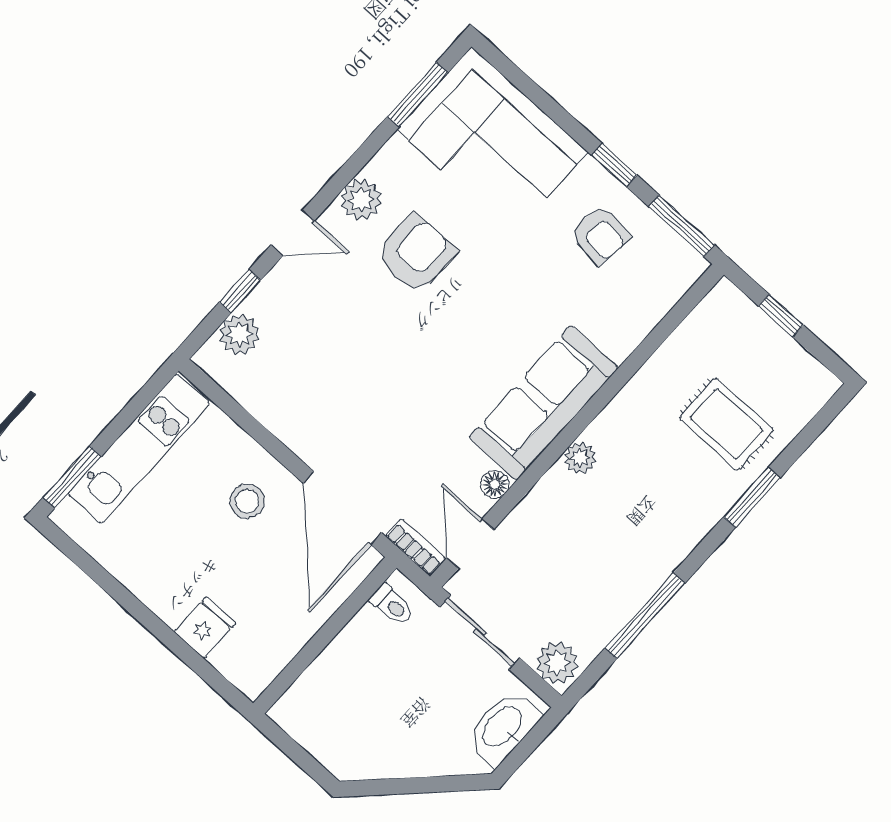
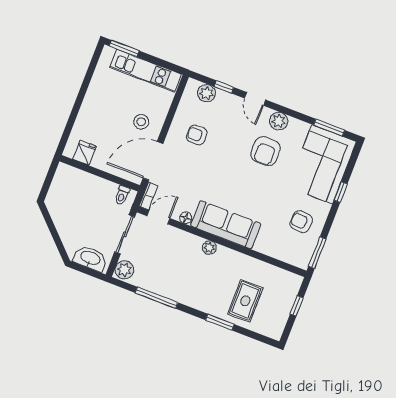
window: (614, 165) -> (341, 192), moved
armchair: (600, 235) -> (301, 222), turned 87
armchair: (416, 254) -> (266, 151), turned 90
armchair: (323, 391) -> (197, 135), added
fridge: (205, 628) -> (85, 153), moved, turned -90

